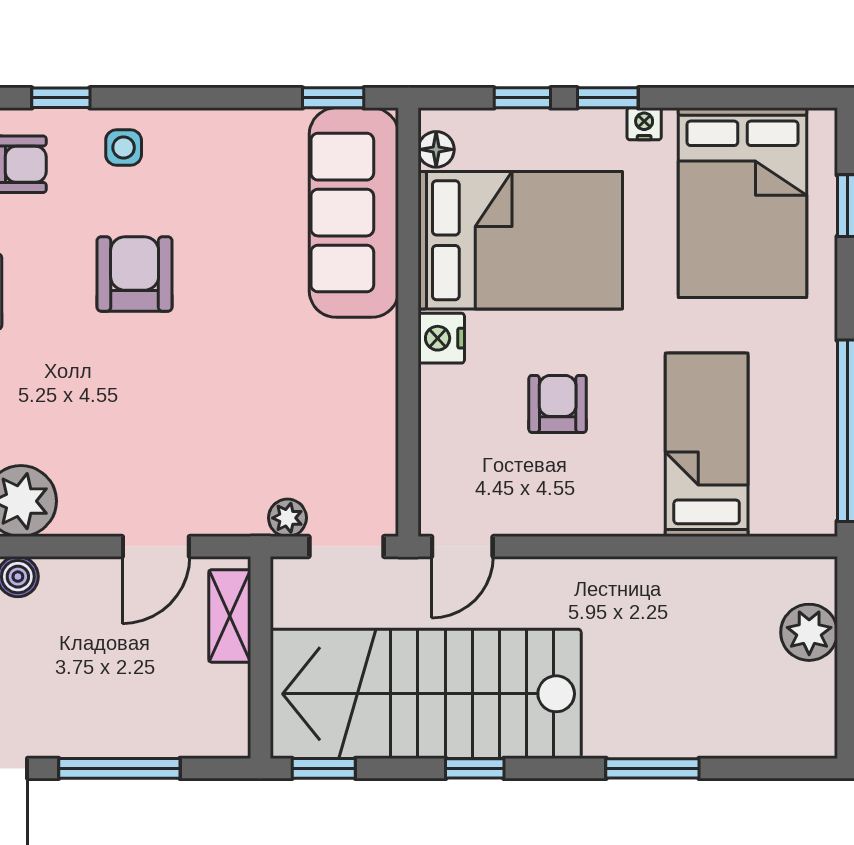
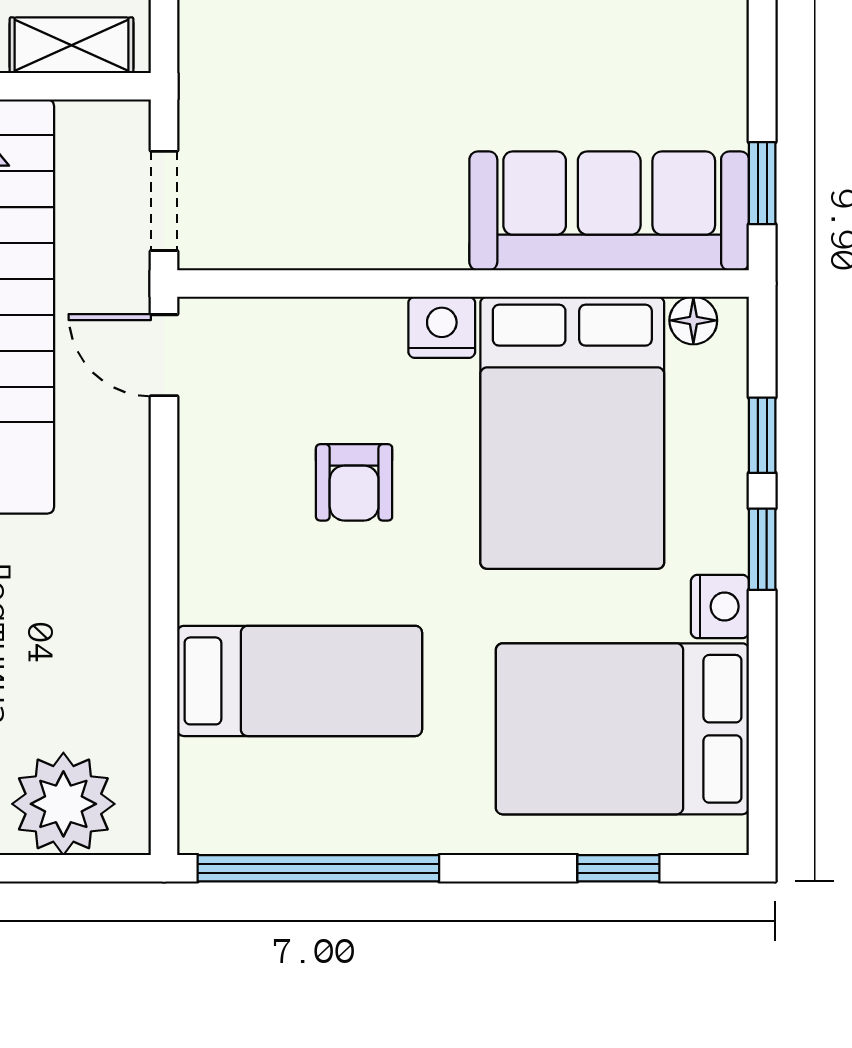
nightstand: (644, 124) -> (720, 607), width x1.39, depth x1.35
armchair: (558, 404) -> (354, 482), turned 90
plant: (287, 518) -> (202, 122), removed
plant: (809, 632) -> (63, 804), width x1.36, depth x1.36

